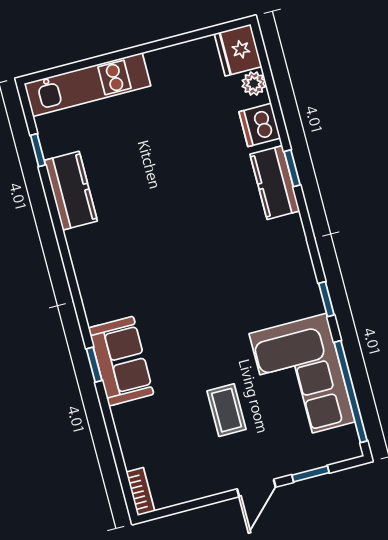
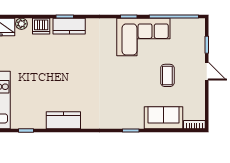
kitchen counter: (71, 191) -> (63, 120), moved
sofa: (121, 361) -> (163, 118), moved
corner sofa: (302, 378) -> (143, 37), moved
coffee table: (227, 410) -> (167, 75), turned 90

